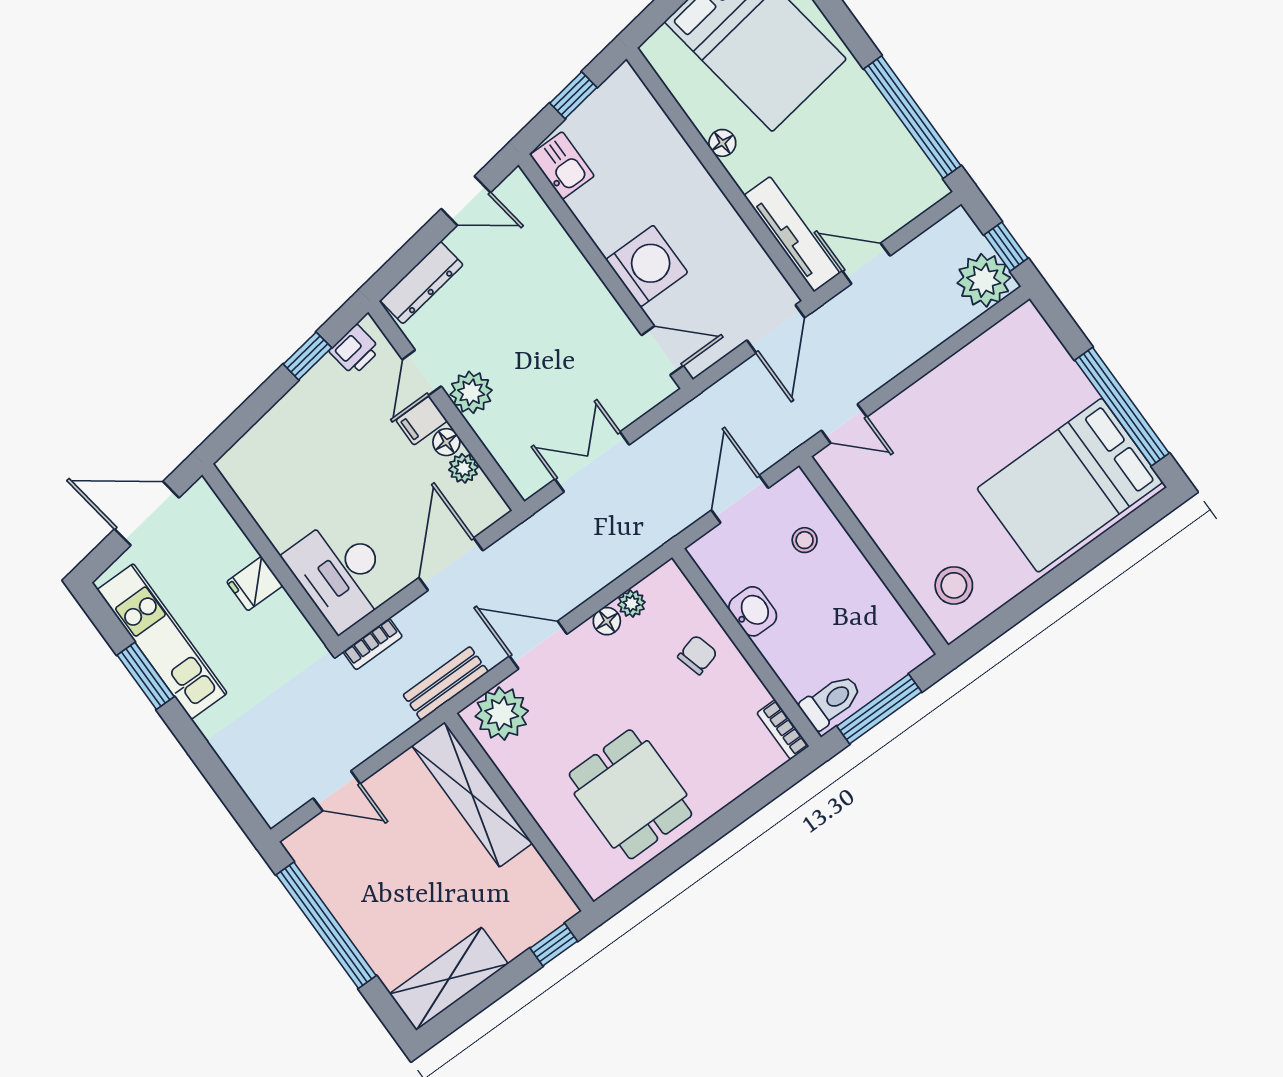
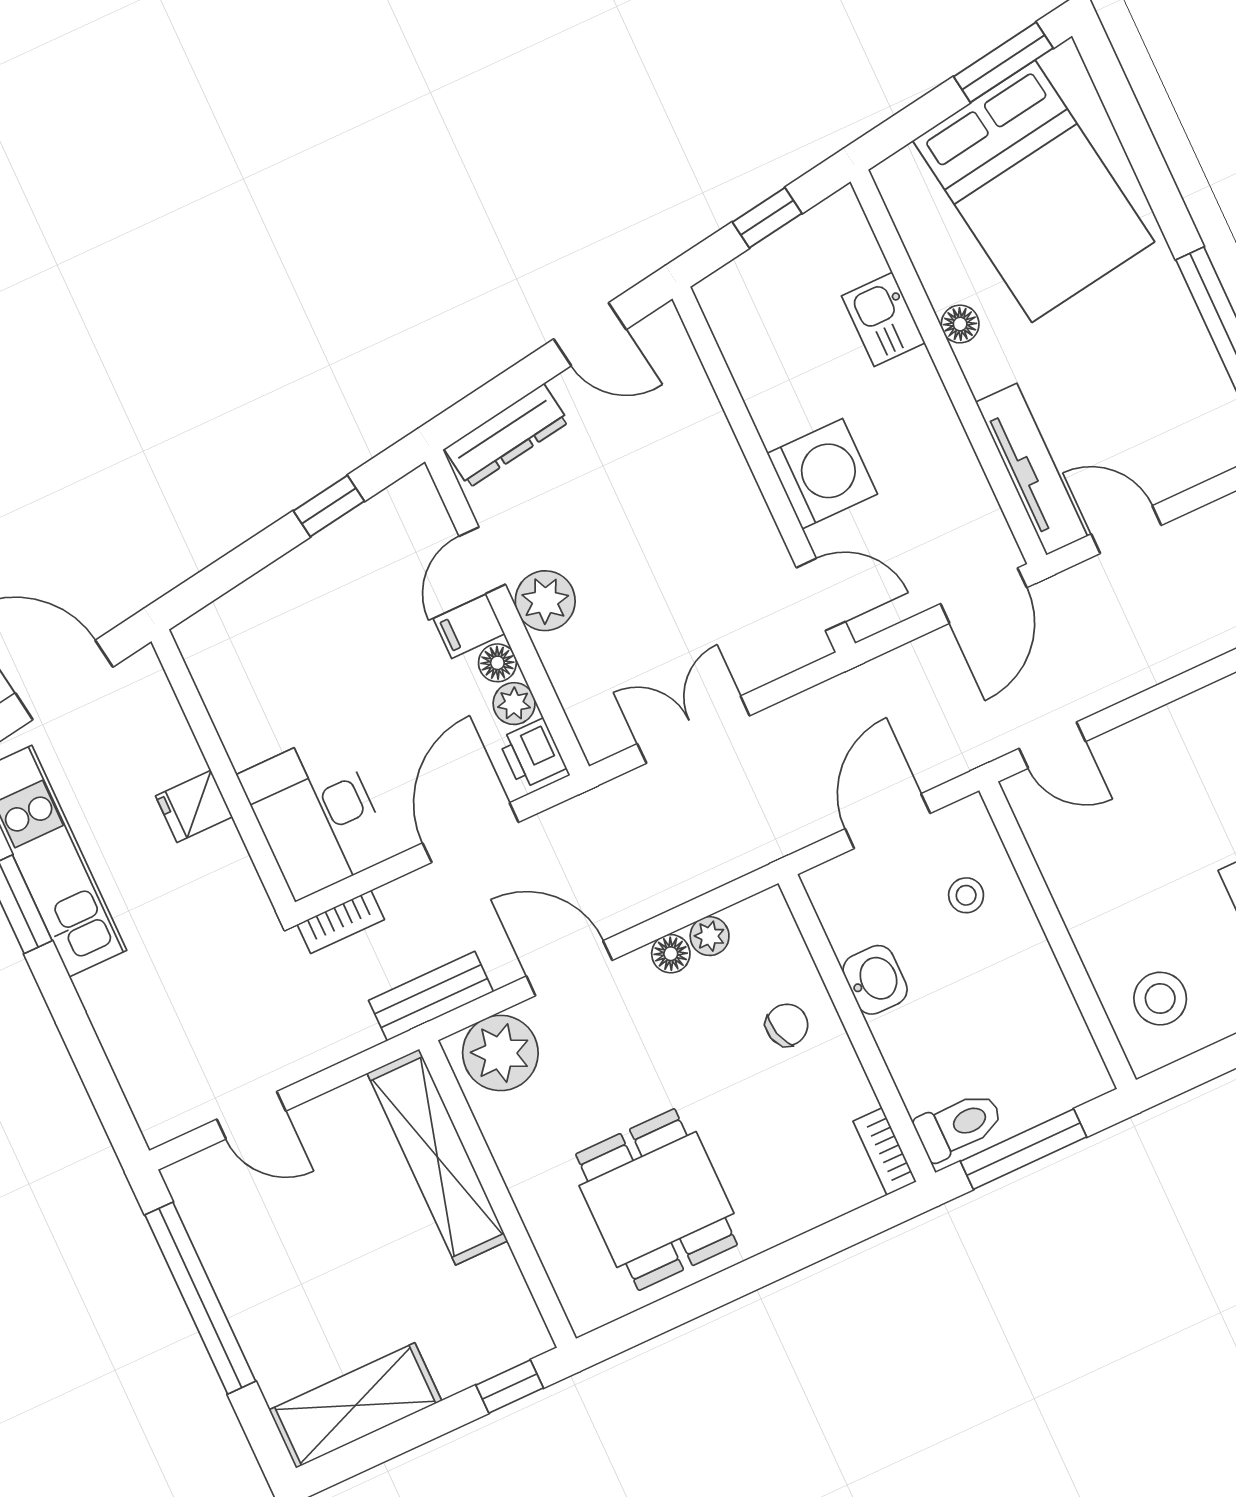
kitchen sink: (562, 165) -> (883, 319), moved, turned 180
printer: (355, 350) -> (532, 754), moved, turned 99

